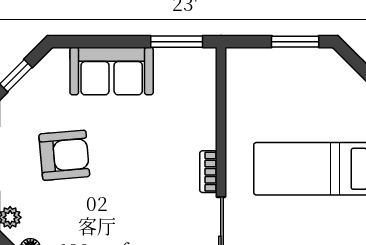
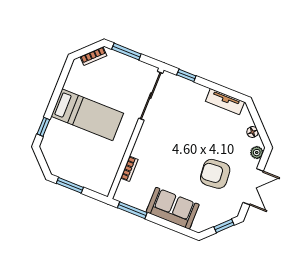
bookcase: (208, 172) -> (129, 169), moved

